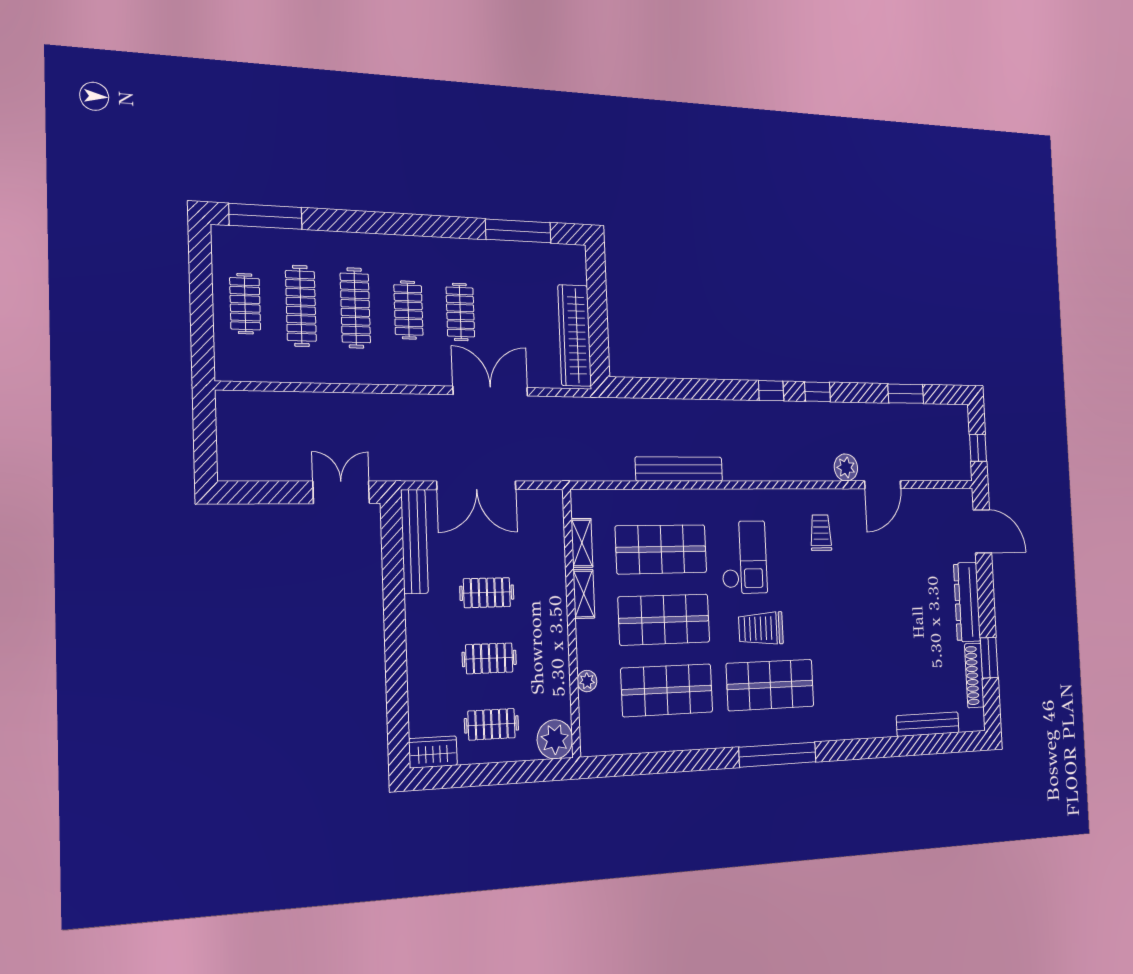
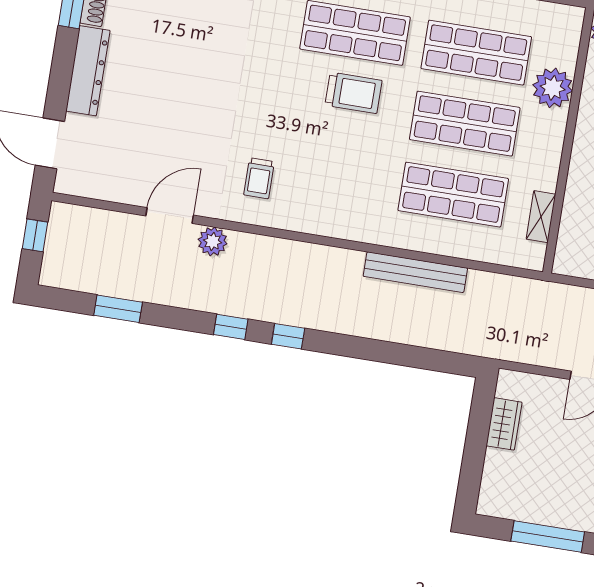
wardrobe: (575, 335) -> (504, 424), width x0.48, depth x0.85
checkout: (744, 557) -> (358, 169), removed
shelving: (584, 594) -> (549, 166), removed
plant: (587, 681) -> (553, 88), width x1.88, depth x1.88

